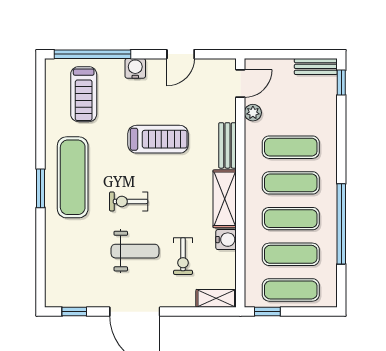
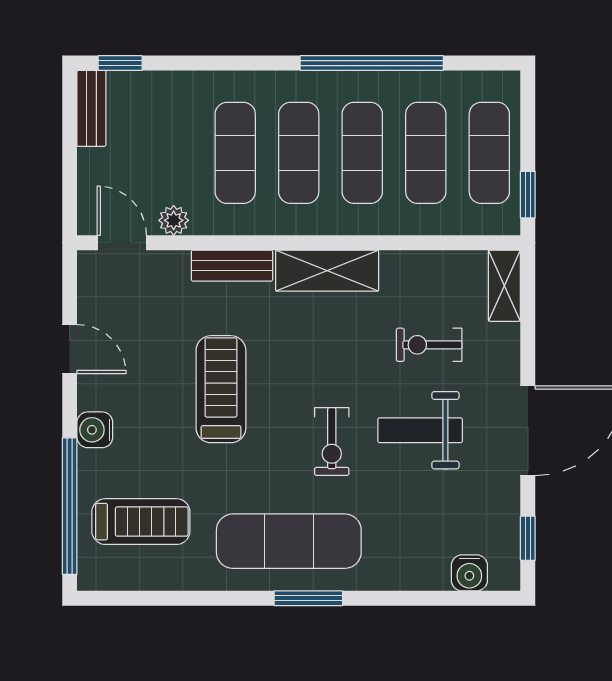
water cooler: (226, 240) -> (469, 573), moved, turned 180
weight bench: (135, 251) -> (420, 430), turned -90
exercise bike: (183, 256) -> (429, 345), turned 180

